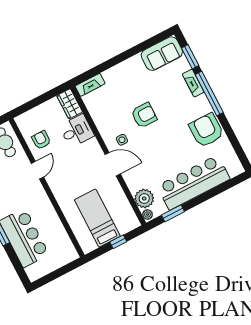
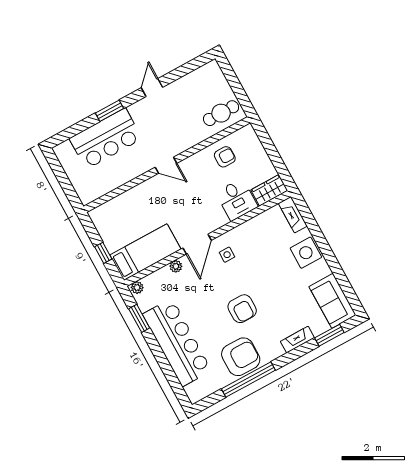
side table: (122, 75) -> (306, 253), added
window: (209, 93) -> (248, 380), moved
armchair: (144, 115) -> (242, 309), moved
door: (37, 170) -> (166, 165), moved
plant: (144, 199) -> (176, 266), moved, width x0.53, depth x0.53
bed: (97, 218) -> (145, 252), moved

